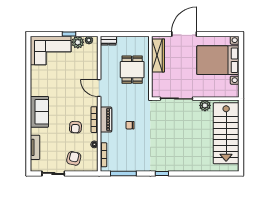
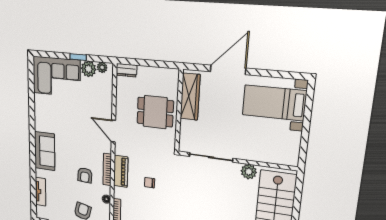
bed with nightstands: (218, 60) -> (274, 103), width x0.73
dining table: (132, 70) -> (155, 112), turned 90

